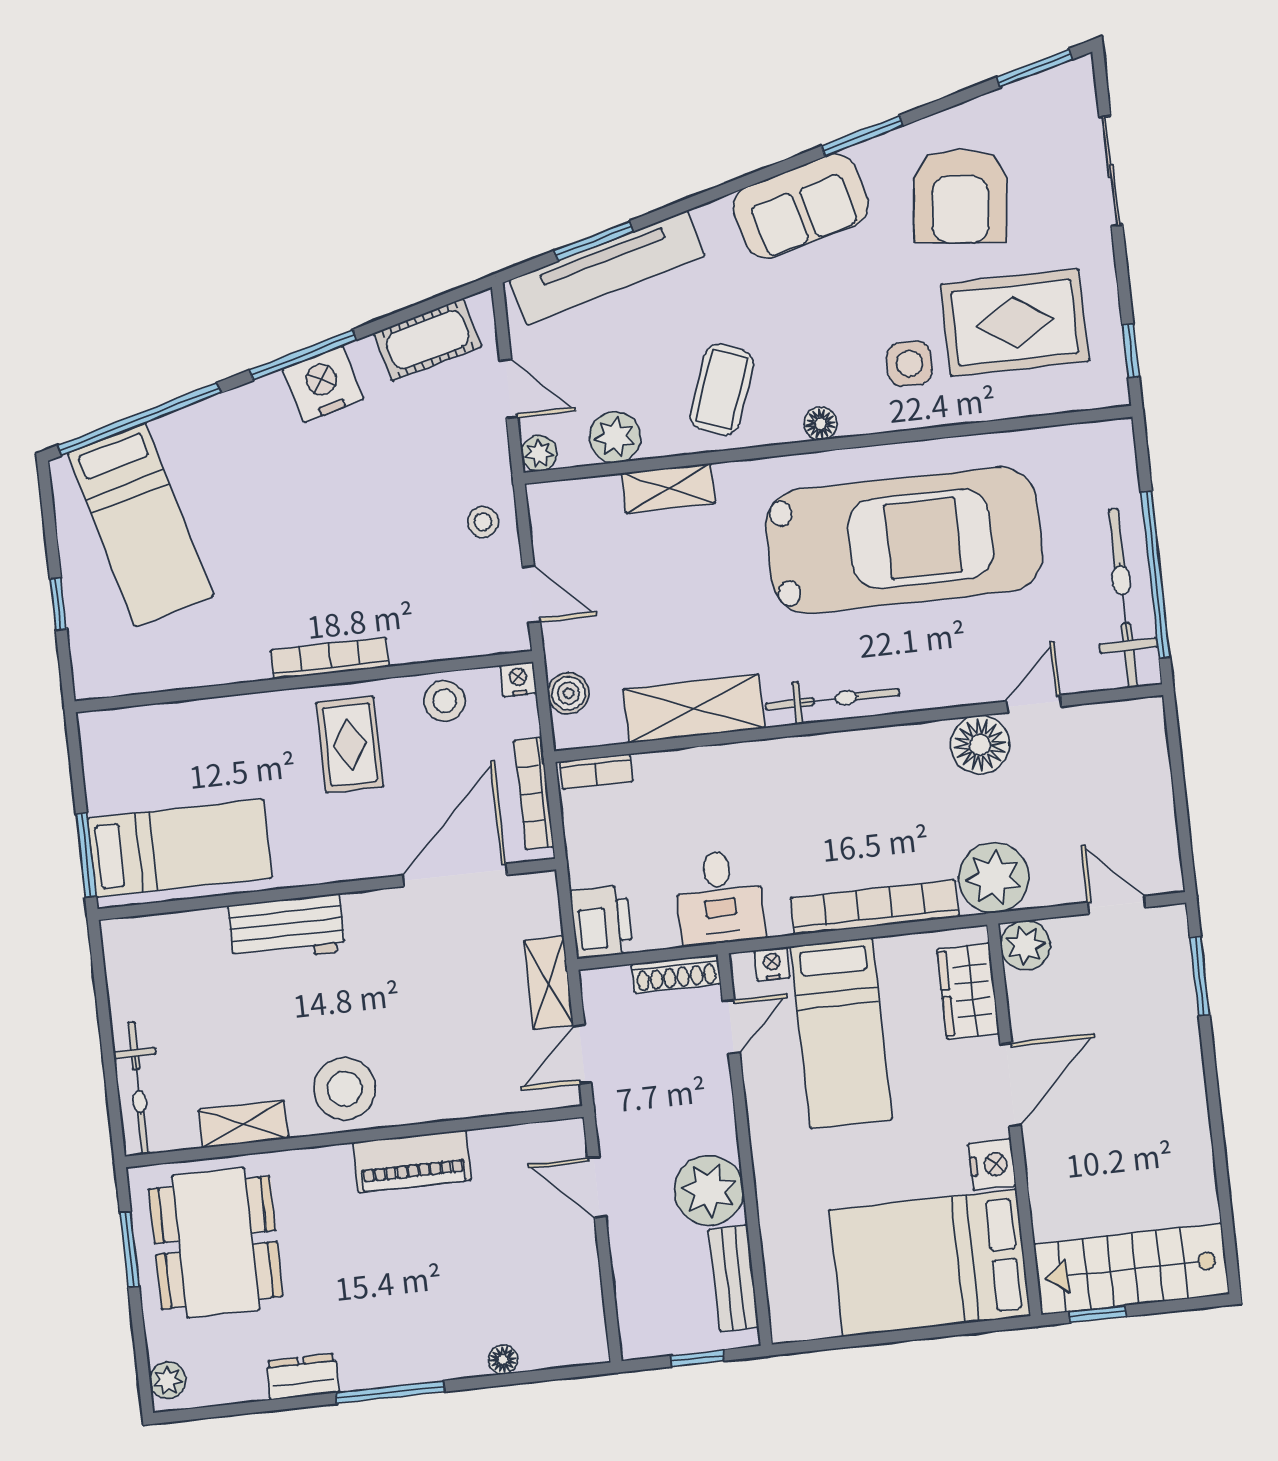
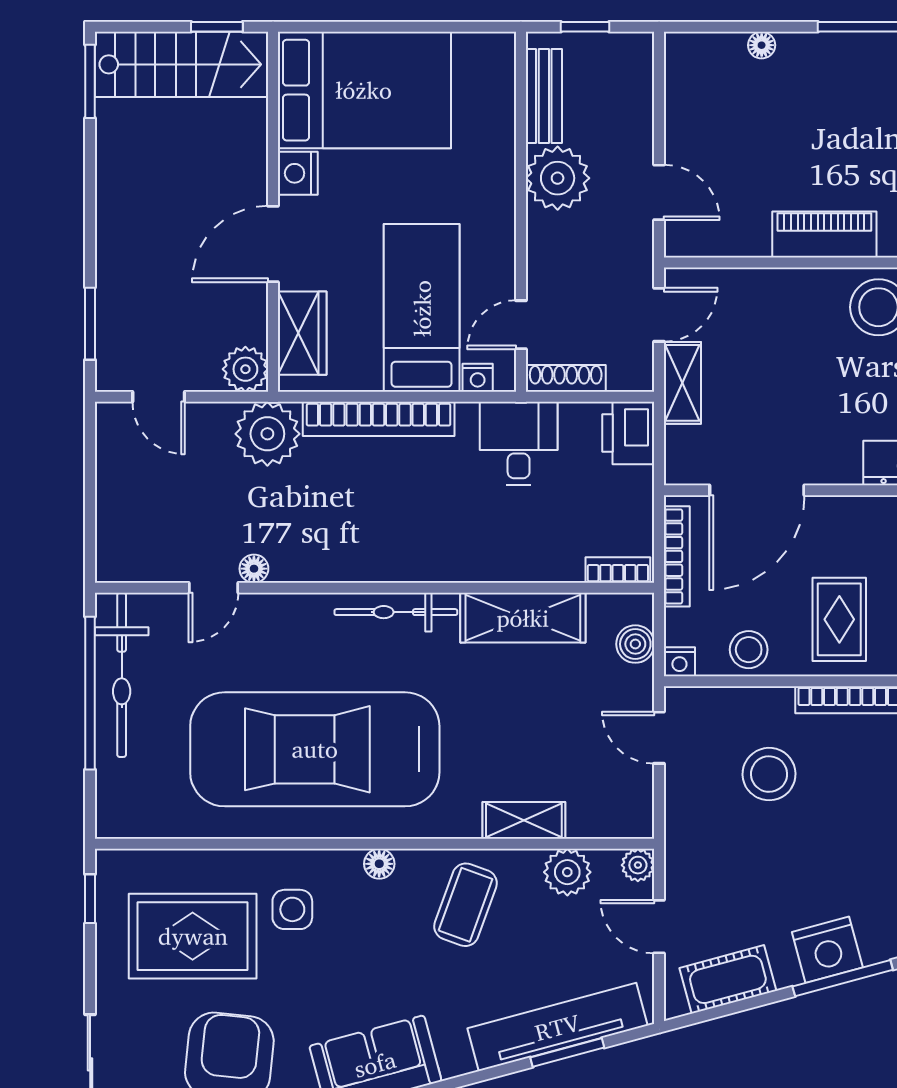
stool: (483, 522) -> (769, 774), moved, width x1.89, depth x1.89
floor lamp: (980, 745) -> (254, 569), width x0.53, depth x0.53
window: (1229, 1240) -> (90, 81), added

